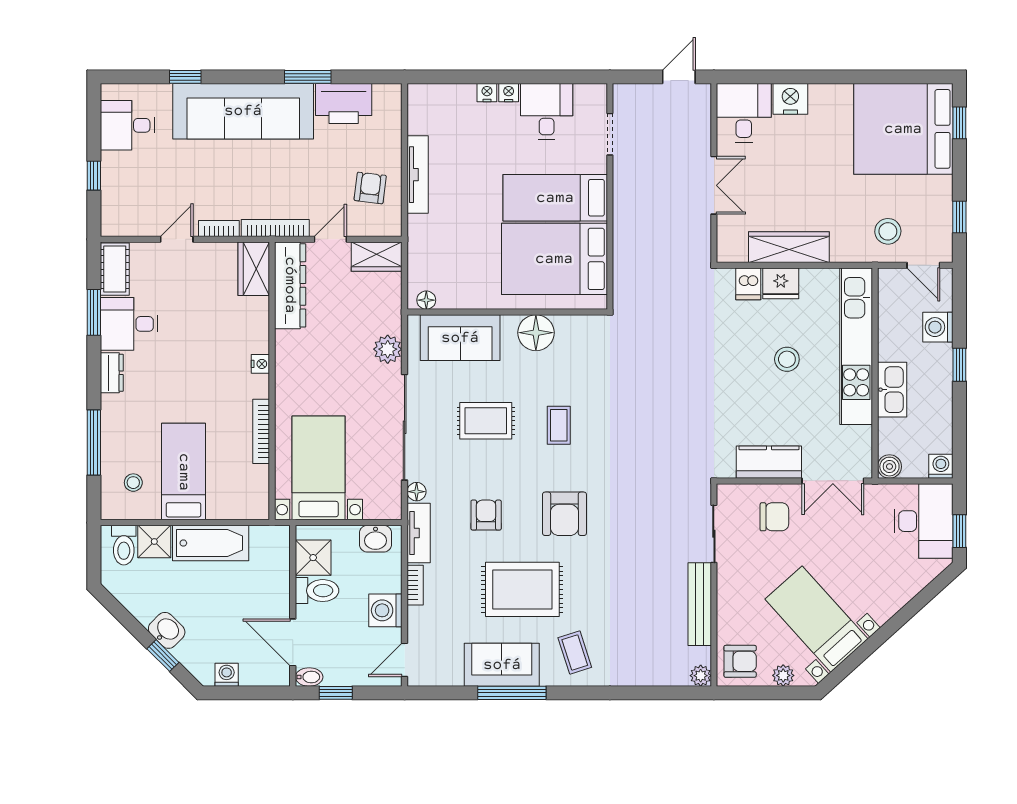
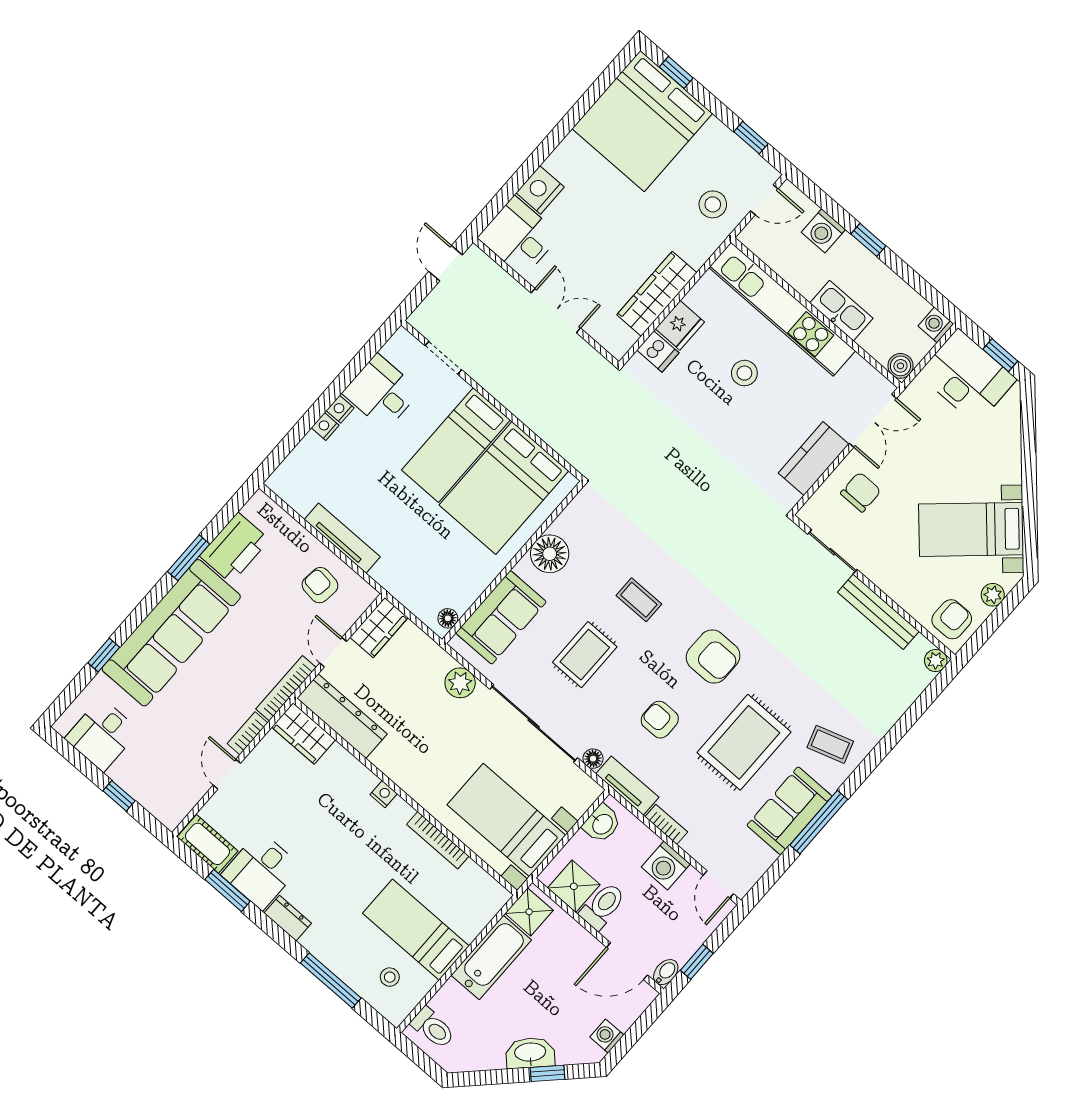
shower: (154, 541) -> (529, 912), moved
washbasin: (167, 630) -> (530, 1053), width x1.38

